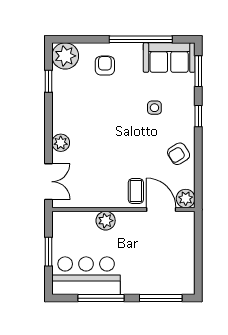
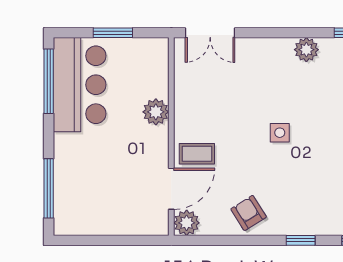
side table: (154, 108) -> (280, 133), moved
plant: (61, 143) -> (306, 50), moved
window: (101, 298) -> (49, 81), moved

